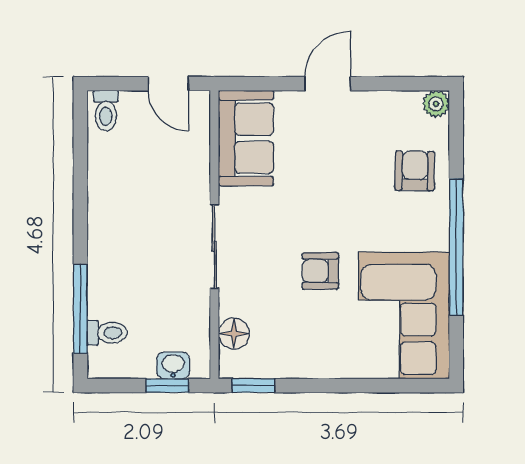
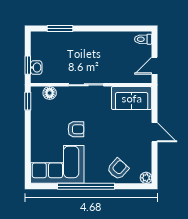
armchair: (415, 171) -> (118, 169), turned -49
armchair: (320, 271) -> (76, 129), turned 90
window: (80, 309) -> (60, 29), width x0.69
toilet: (107, 333) -> (50, 40), removed

